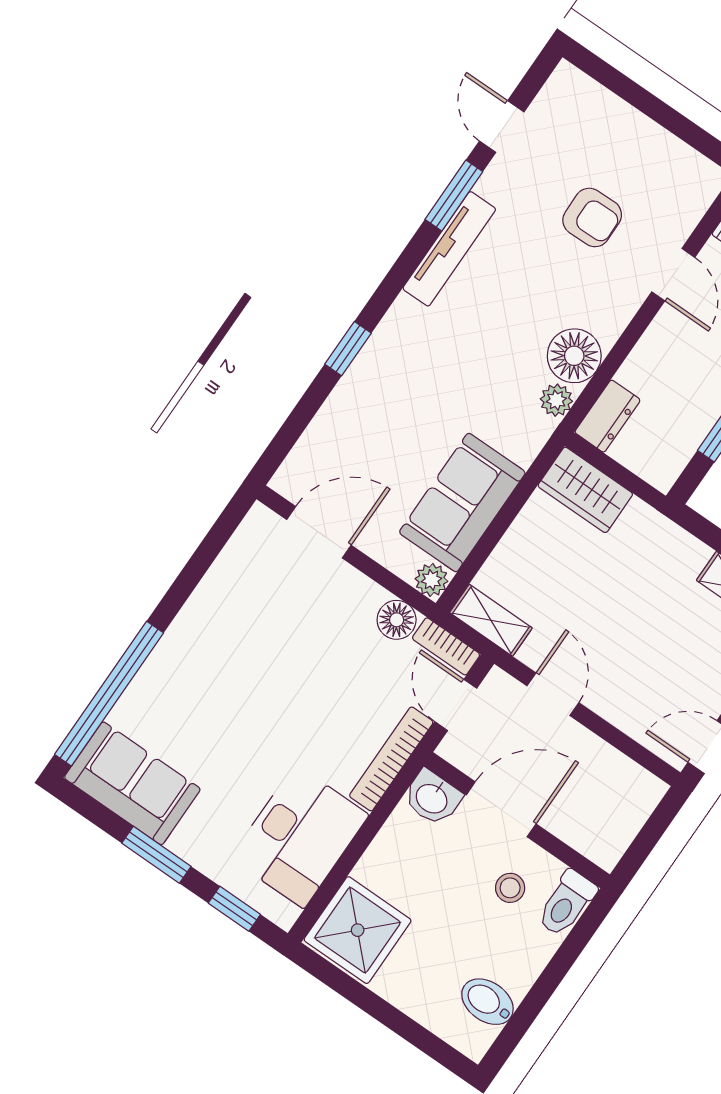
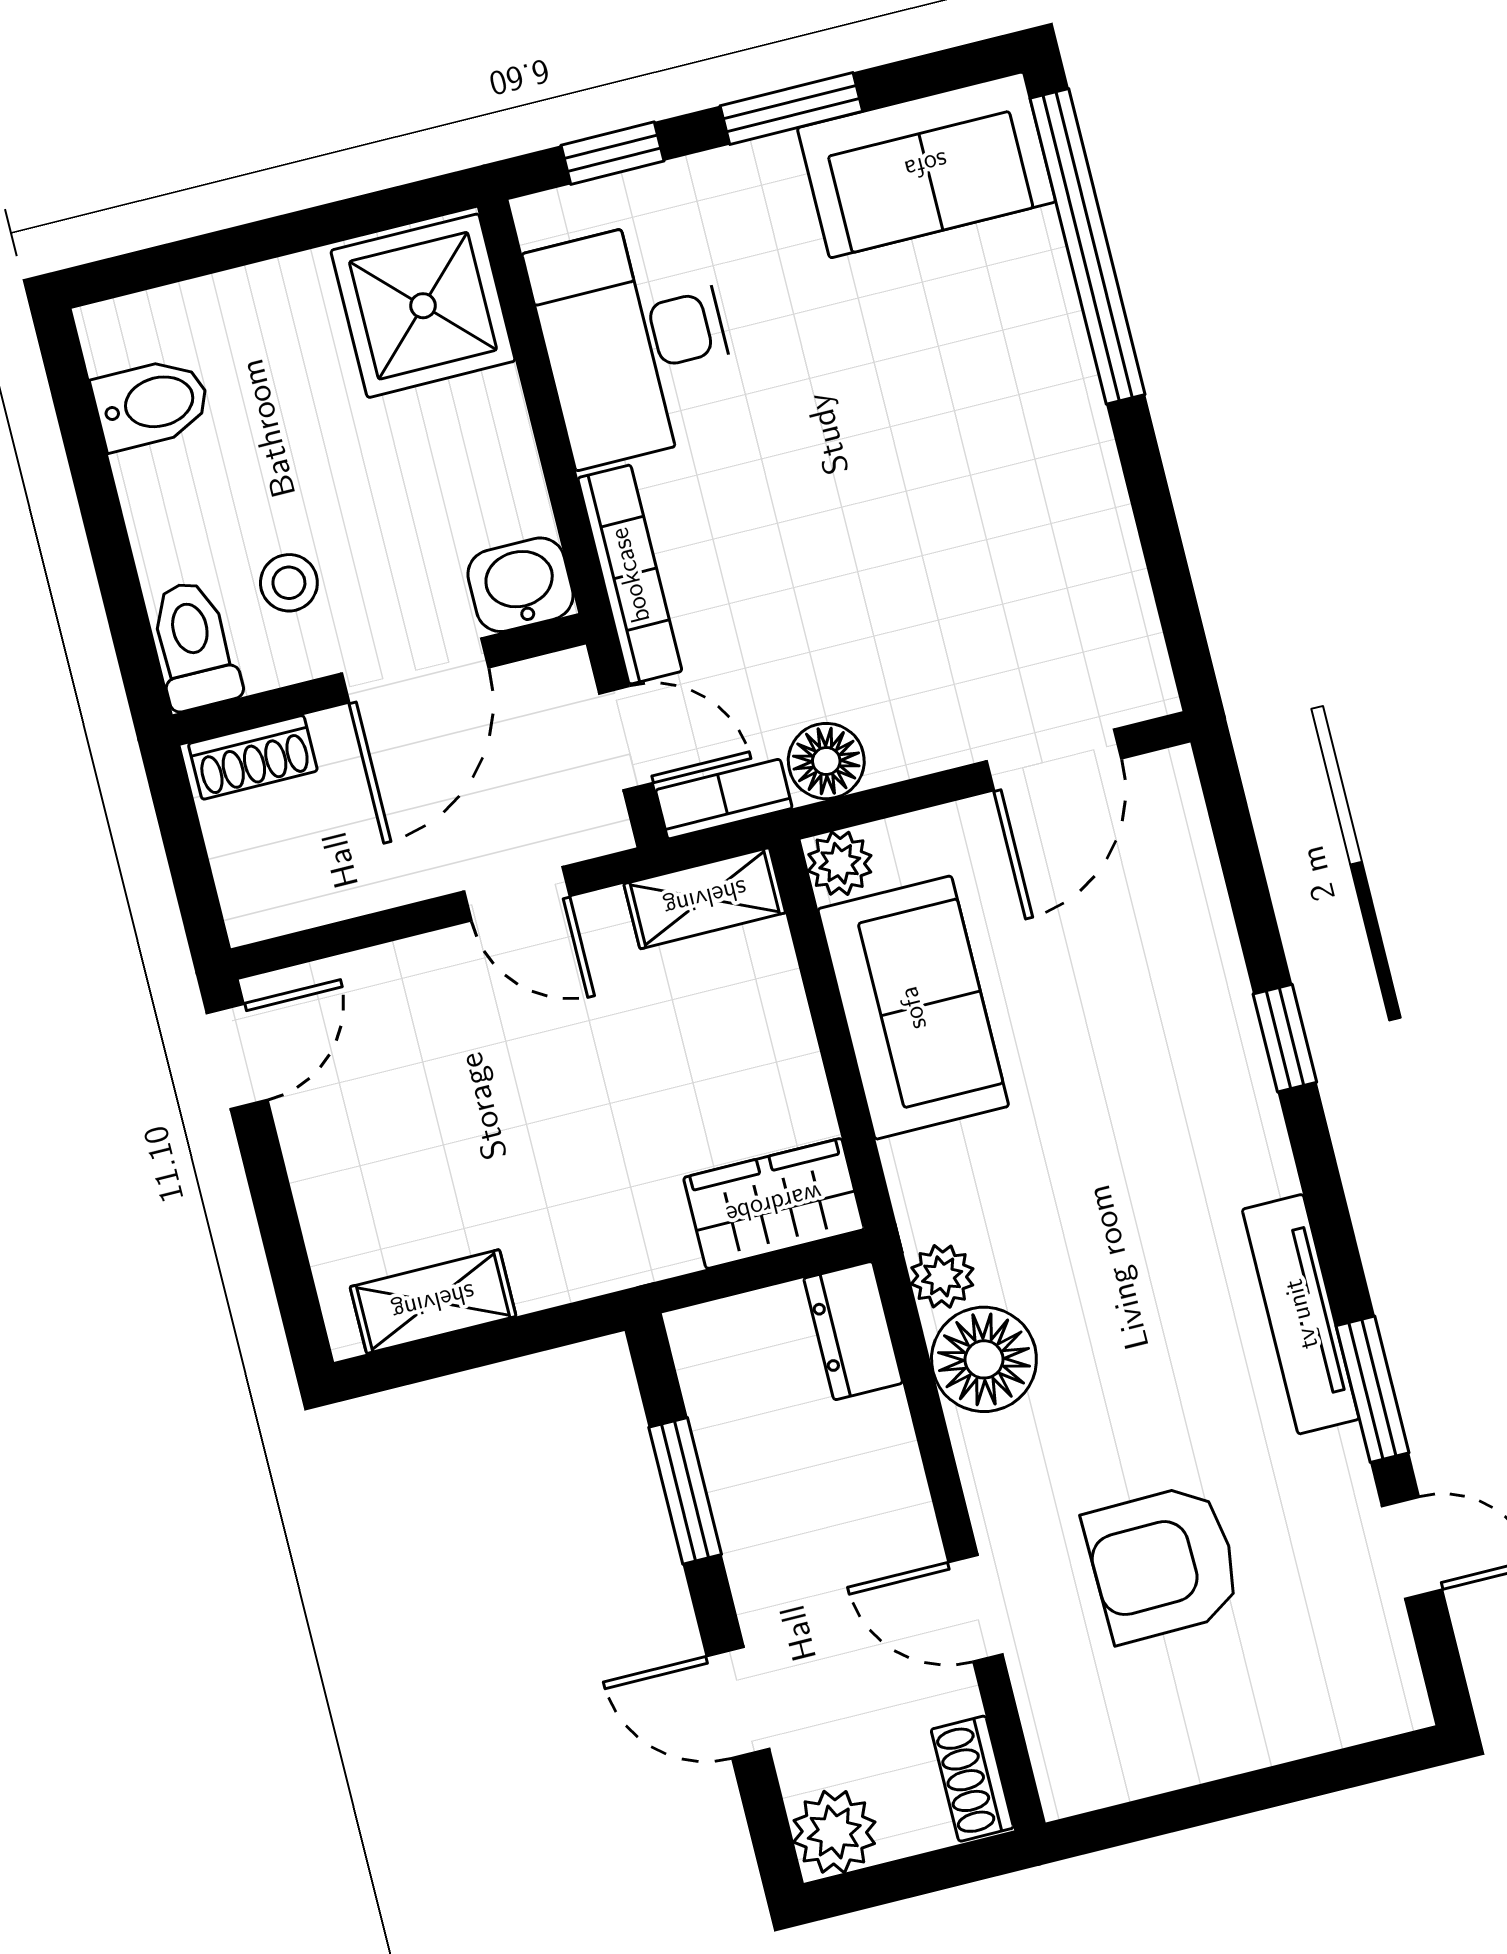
armchair: (592, 217) -> (1163, 1563), width x1.38, depth x1.38
shoe rack: (590, 843) -> (253, 757), added

